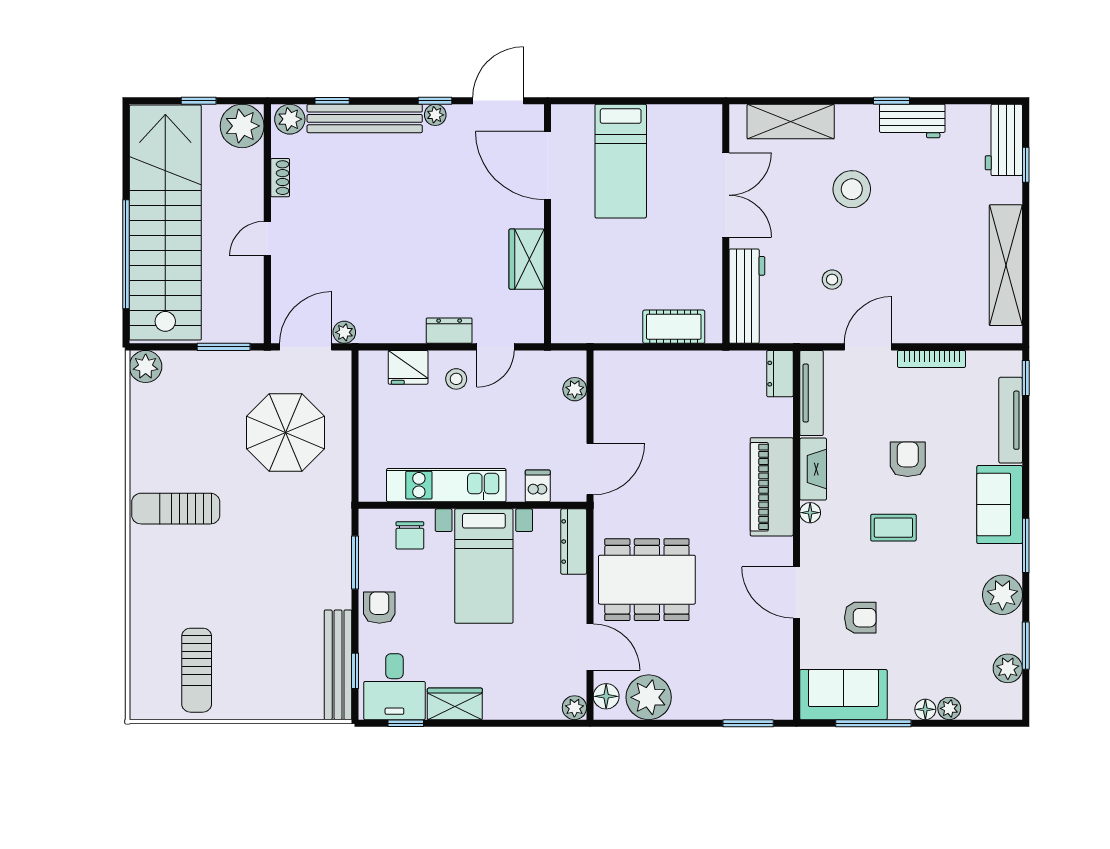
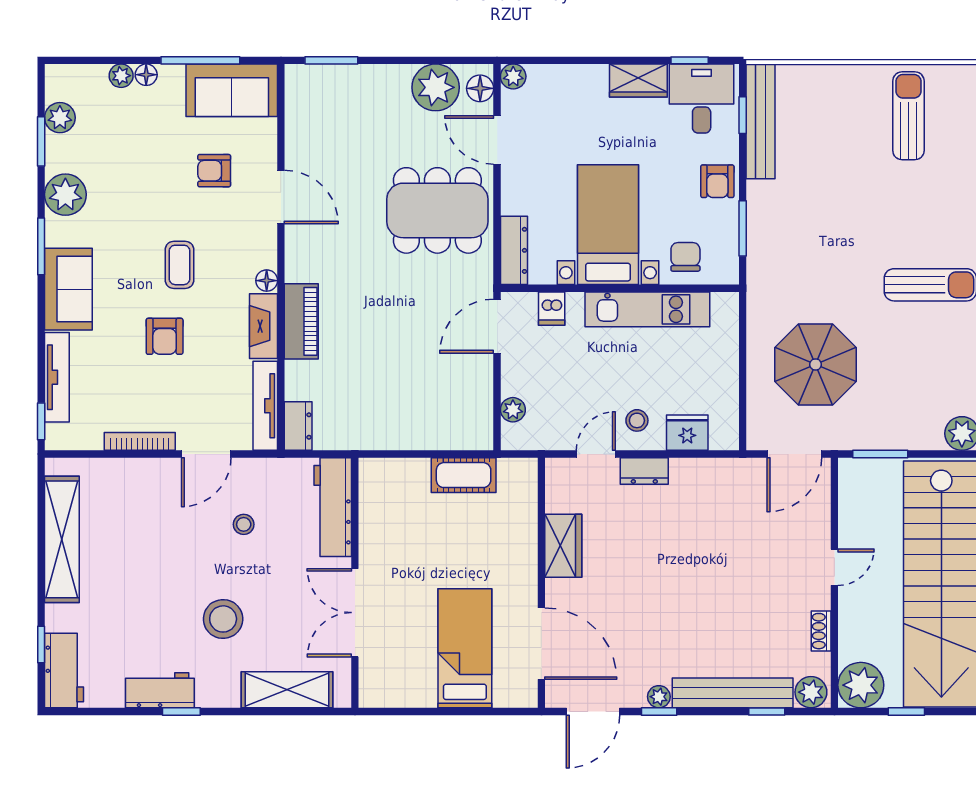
cot: (674, 327) -> (464, 475), moved
plant: (344, 332) -> (754, 469), removed
piano: (772, 487) -> (301, 321), width x0.73, depth x0.75
coffee table: (893, 528) -> (179, 265), turned 90

